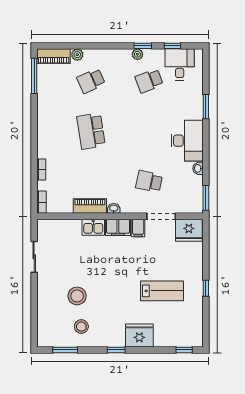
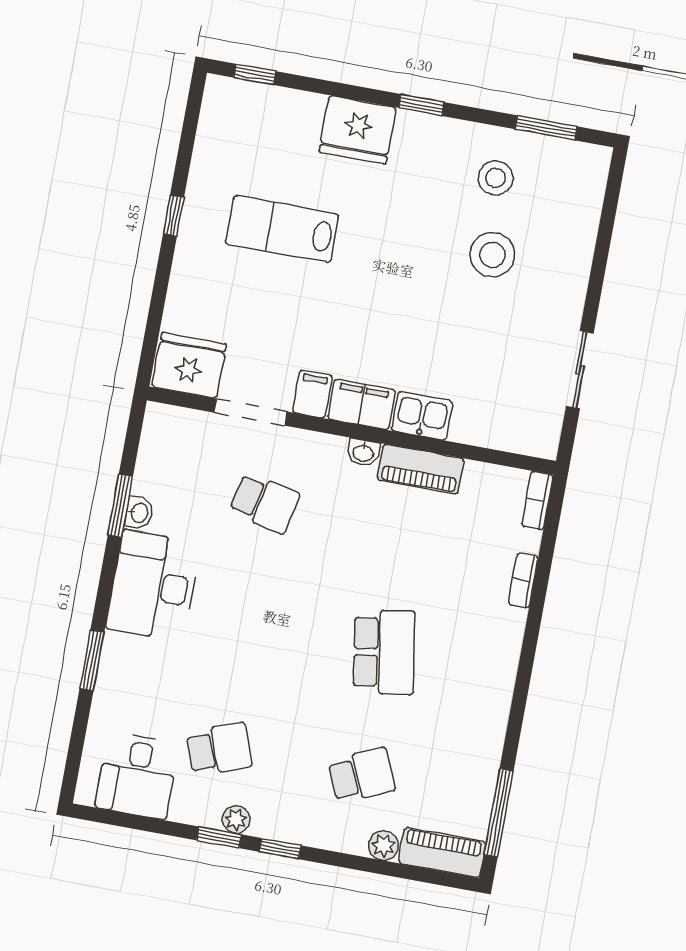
window: (172, 46) -> (280, 849), moved
window: (206, 198) -> (120, 506), moved

